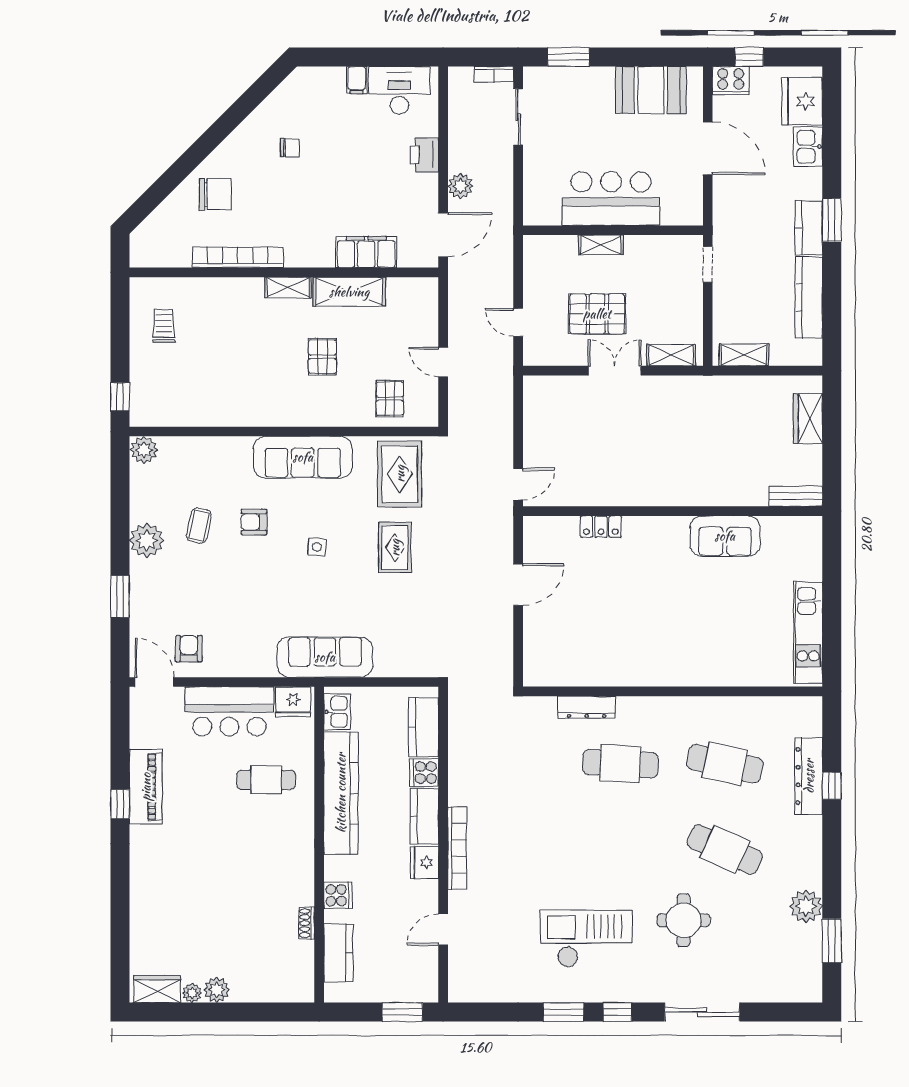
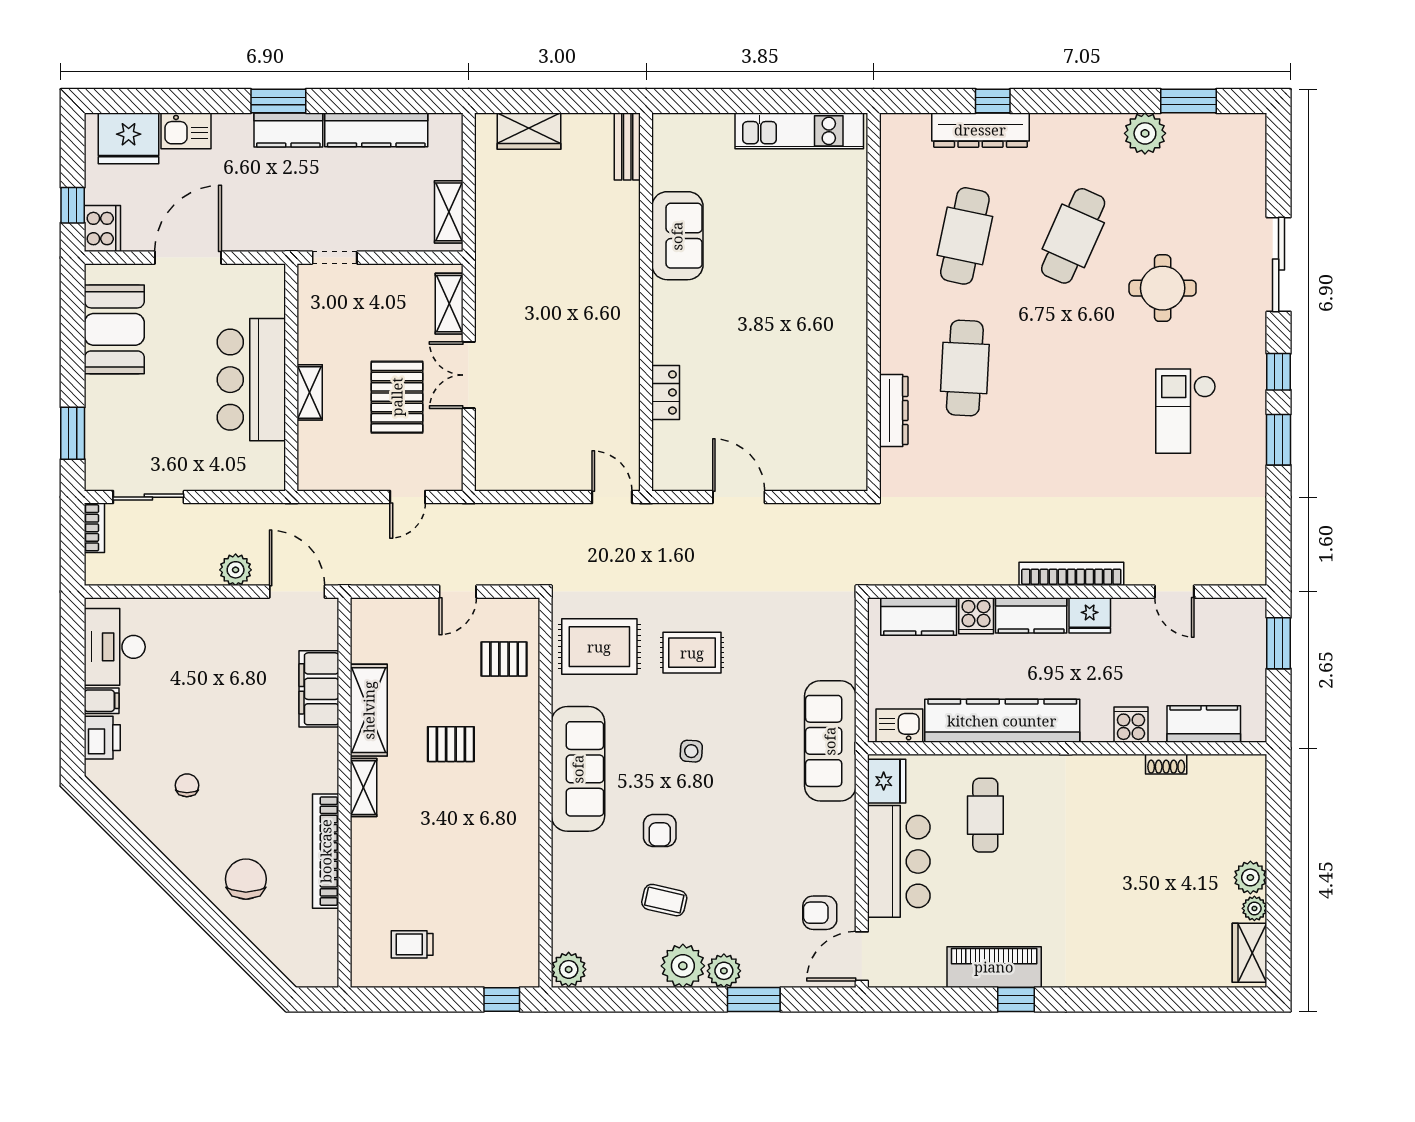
printer: (424, 155) -> (102, 738), moved, turned -90
plant: (143, 573) -> (724, 971), added
checkout: (586, 939) -> (1186, 411), width x0.73, depth x0.83

